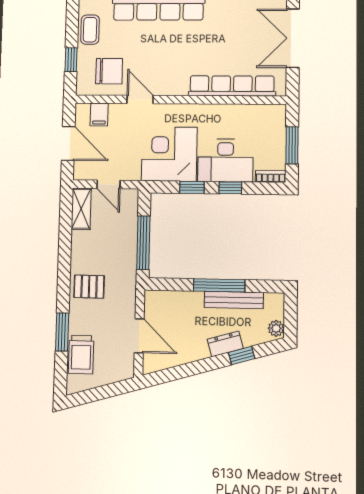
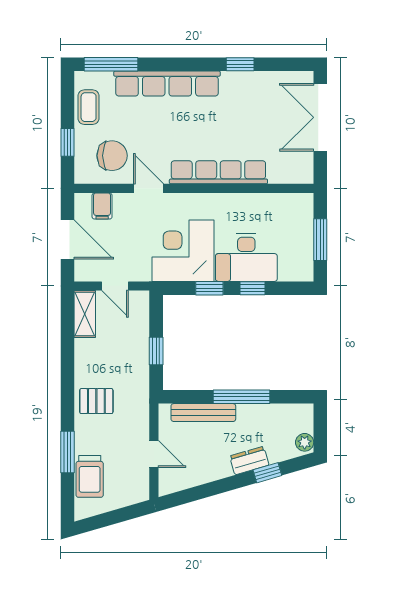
row of seats: (232, 86) -> (218, 172), moved
bookcase: (271, 176) -> (297, 275), removed
window: (143, 243) -> (156, 351), width x0.46
bench: (234, 300) -> (203, 413), moved
door: (139, 336) -> (154, 454), width x0.73

